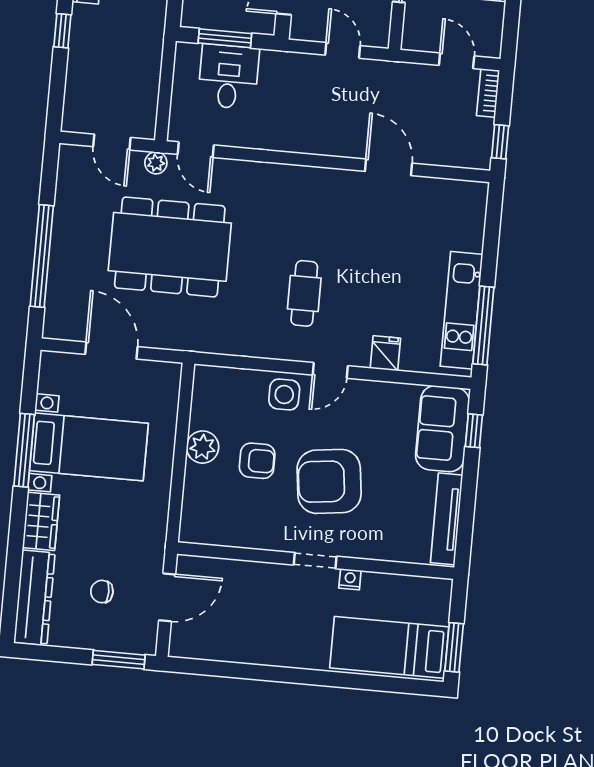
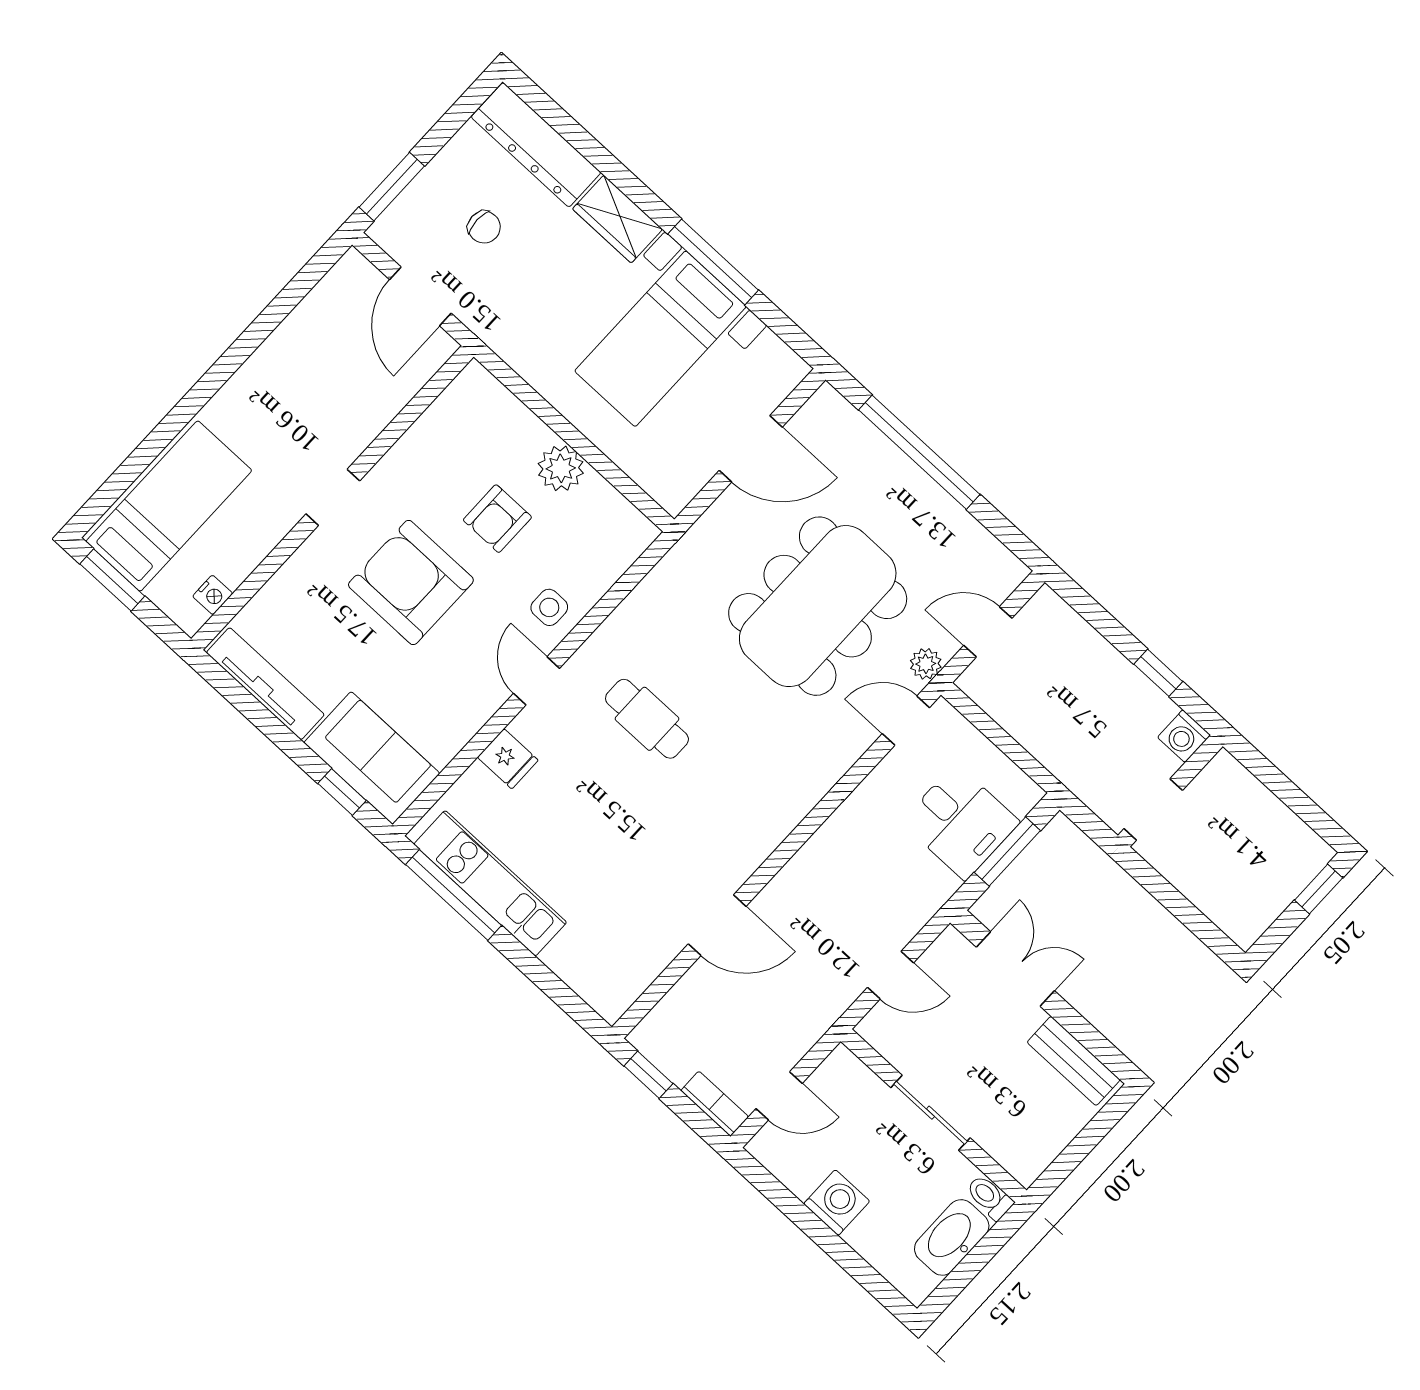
side table: (284, 395) -> (549, 607), width x0.73, depth x0.73
armchair: (329, 481) -> (411, 583), turned -83
nightstand: (350, 579) -> (213, 595), moved
chair: (102, 592) -> (484, 227), turned 90

